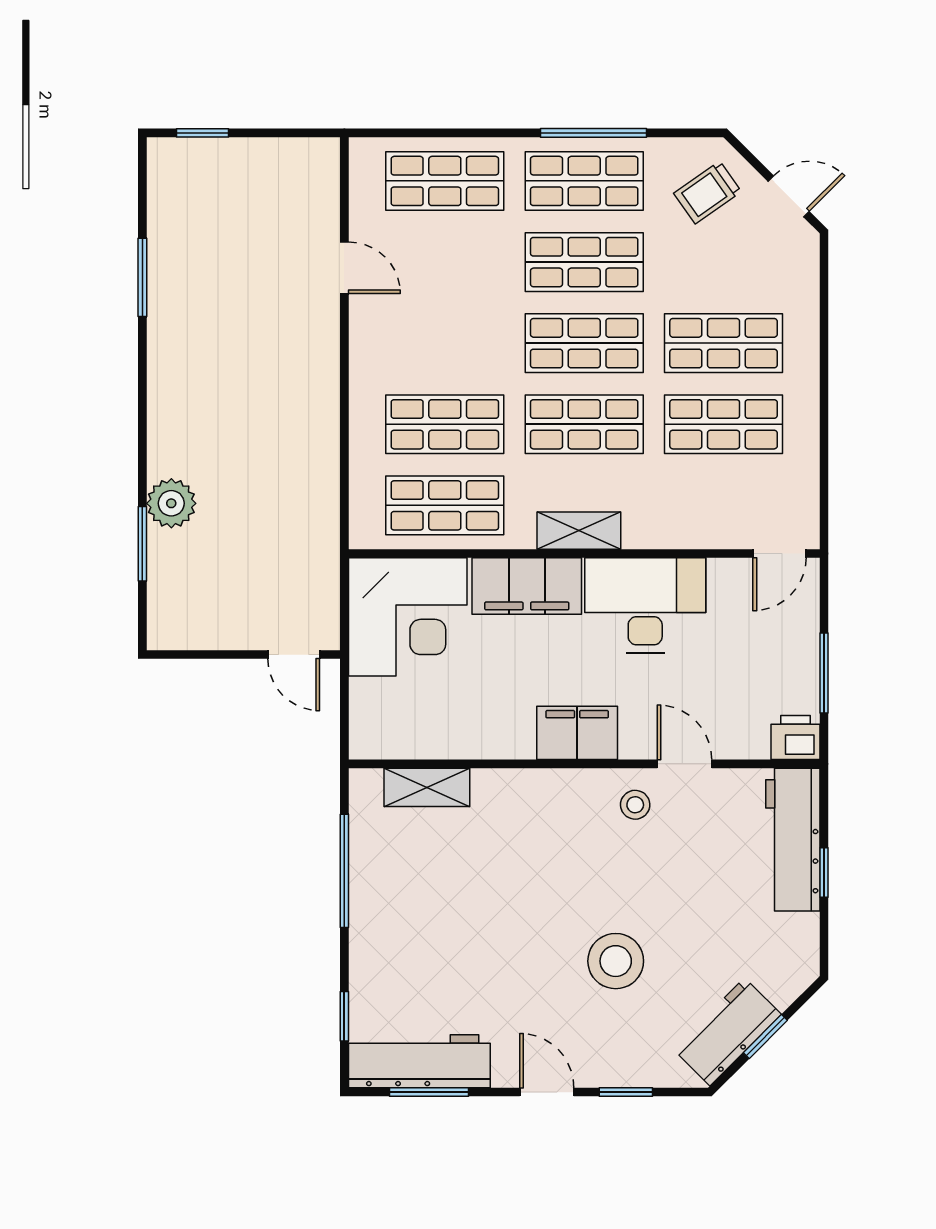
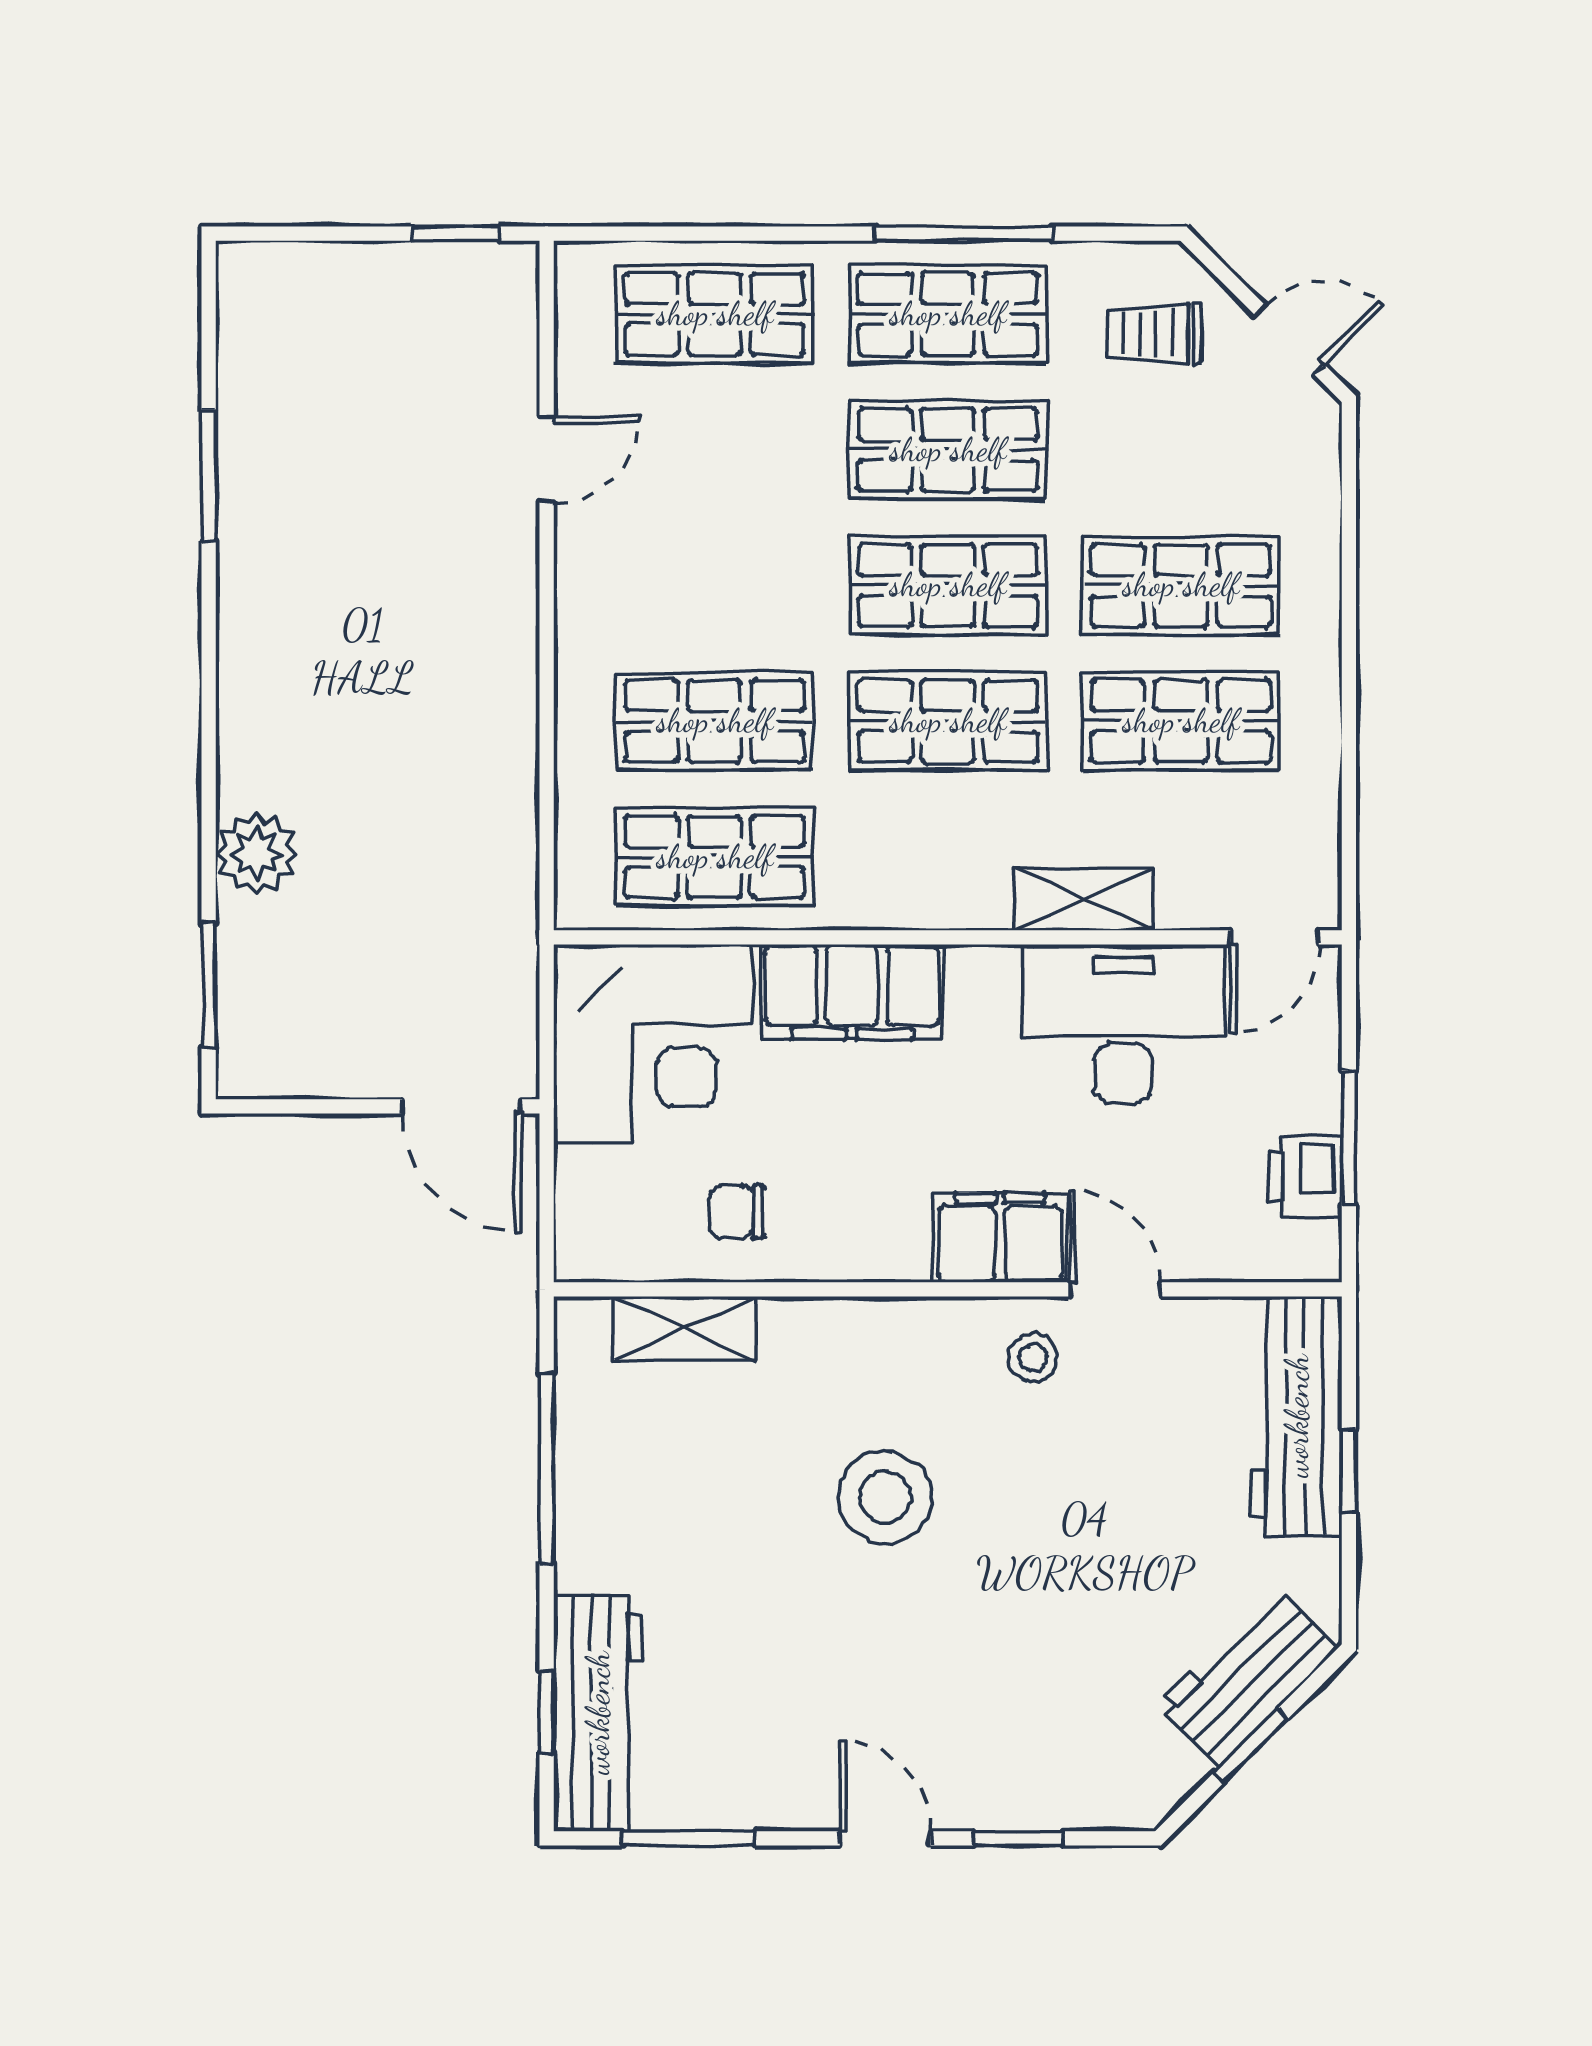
window: (203, 133) -> (456, 234), moved
trolley: (708, 192) -> (1154, 333), turned 35
door: (344, 268) -> (547, 459), hinge flipped
shelving: (579, 531) -> (1084, 899), moved
window: (142, 544) -> (209, 985), moved
desk: (645, 605) -> (1123, 1024), moved
door: (294, 655) -> (462, 1106), width x1.38
chair: (458, 718) -> (737, 1212), added
filing cabinet: (577, 733) -> (1000, 1238), moved
printer: (795, 738) -> (1305, 1176), moved, turned -90
stool: (616, 961) -> (885, 1497), moved
workbench: (727, 1032) -> (1248, 1676), moved
workbench: (419, 1061) -> (598, 1713), moved, turned 90

